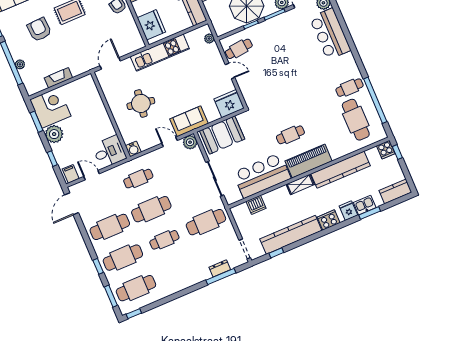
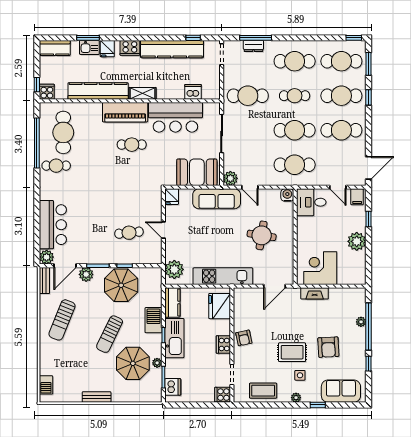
plant: (209, 39) -> (174, 269), width x1.88, depth x1.88
cafe table: (239, 49) -> (129, 233), moved
fireplace: (58, 78) -> (315, 293), moved
fridge: (229, 104) -> (172, 197), width x0.53, depth x0.75
corner desk: (50, 108) -> (320, 268), moved, turned 90
sofa: (189, 121) -> (217, 199), width x1.36
window: (37, 122) -> (369, 260), removed
cafe table: (138, 179) -> (295, 165), width x1.37, depth x1.35
cafe table: (177, 270) -> (295, 61), added

